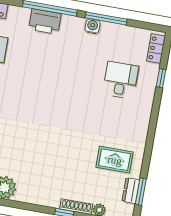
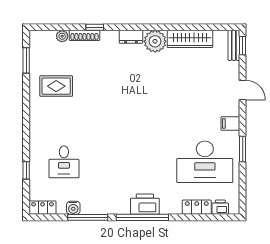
water cooler: (92, 26) -> (73, 208), moved
locker: (156, 48) -> (43, 208), moved, turned -90
dresser: (131, 191) -> (131, 37), moved, turned 90

